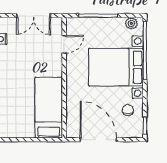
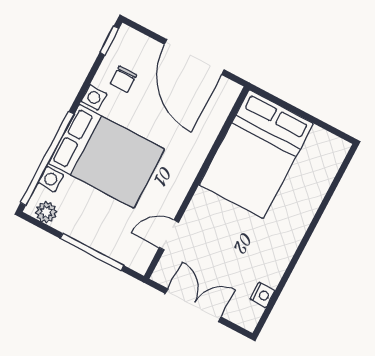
bed: (49, 108) -> (256, 154), width x1.50

